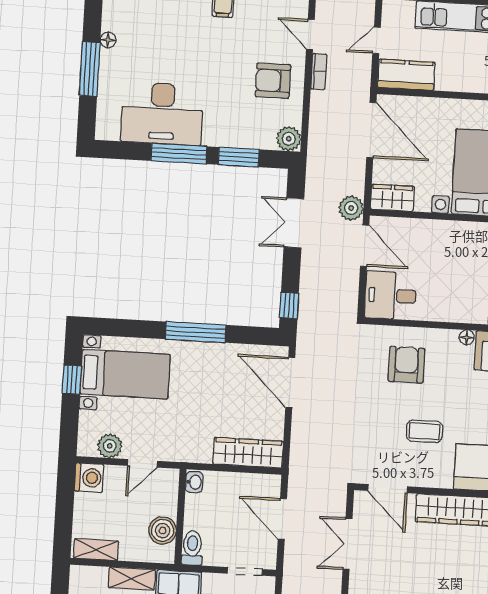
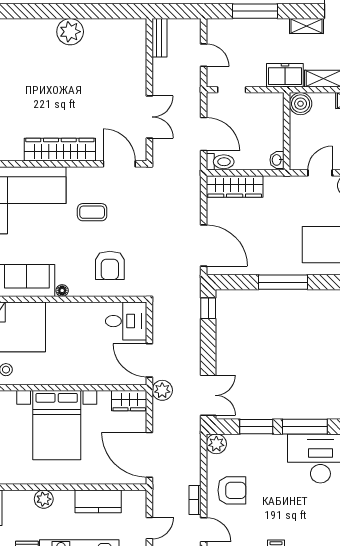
kitchen counter: (406, 75) -> (98, 501), moved
double door: (294, 223) -> (208, 395), moved
boiler: (163, 531) -> (301, 104), moved
toilet: (192, 548) -> (220, 162), moved, turned -90

